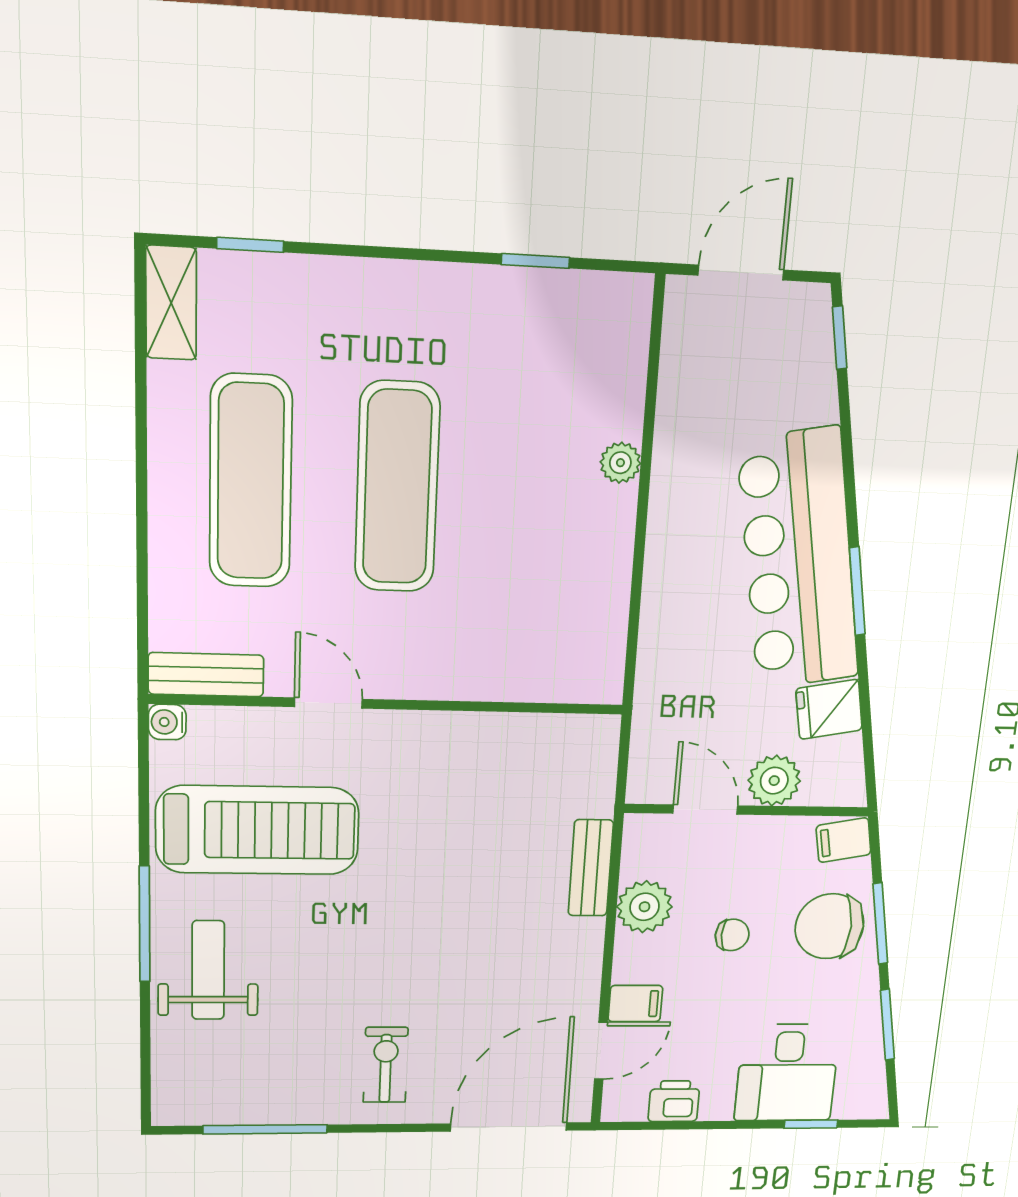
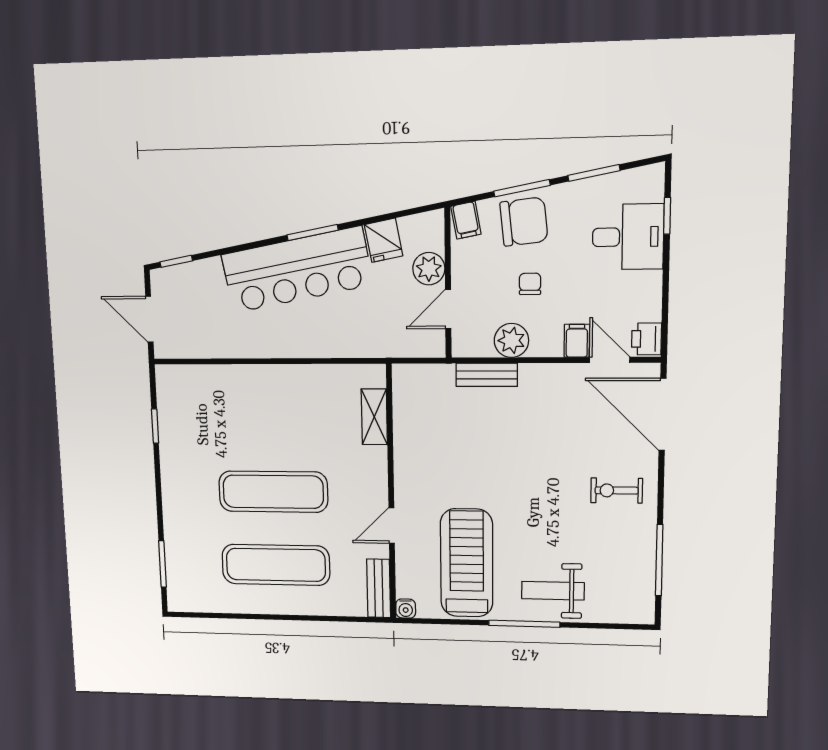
window: (250, 245) -> (162, 564), width x1.50
shelving: (171, 303) -> (374, 417), moved, turned 90
plant: (620, 463) -> (251, 375), removed
chair: (830, 926) -> (524, 222), turned -96
printer: (674, 1101) -> (646, 339), moved

